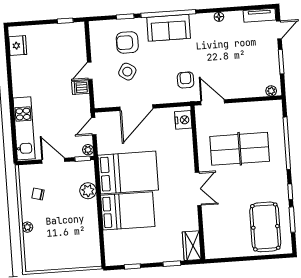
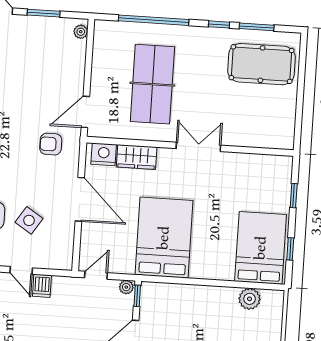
door: (136, 108) -> (80, 199), moved
door: (94, 126) -> (96, 275), swing flipped
plant: (88, 191) -> (250, 299), moved
bed: (128, 211) -> (261, 248), moved
wardrobe: (192, 246) -> (137, 157), moved

